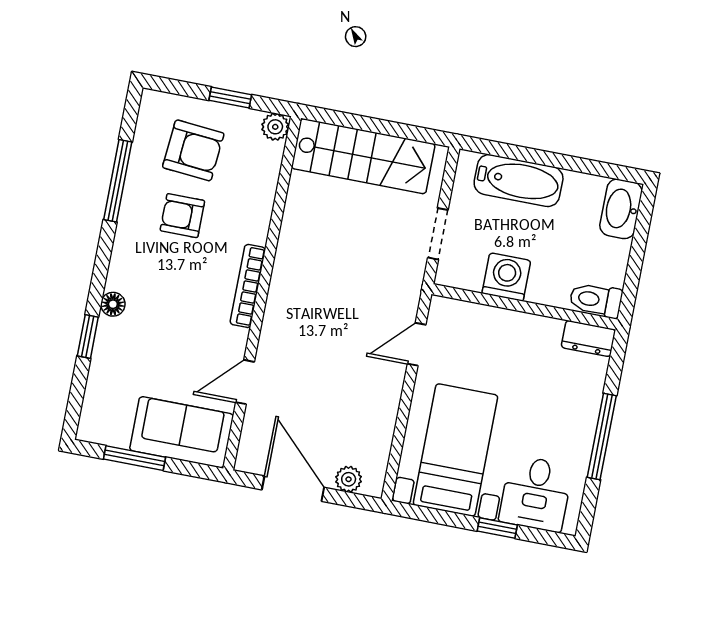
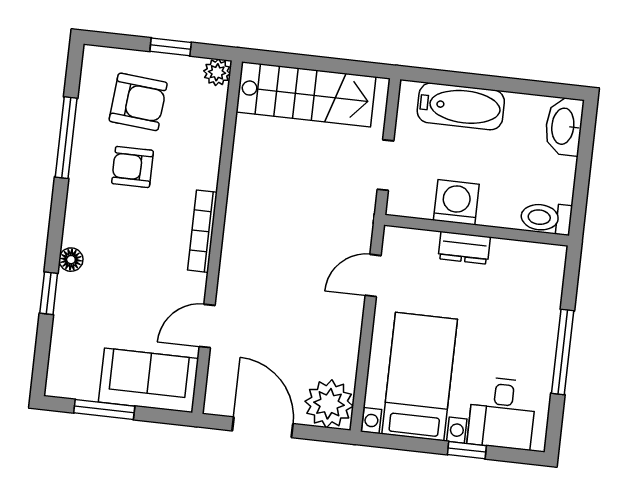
dresser: (588, 339) -> (464, 248), moved
plant: (349, 479) -> (329, 404), width x1.88, depth x1.88

